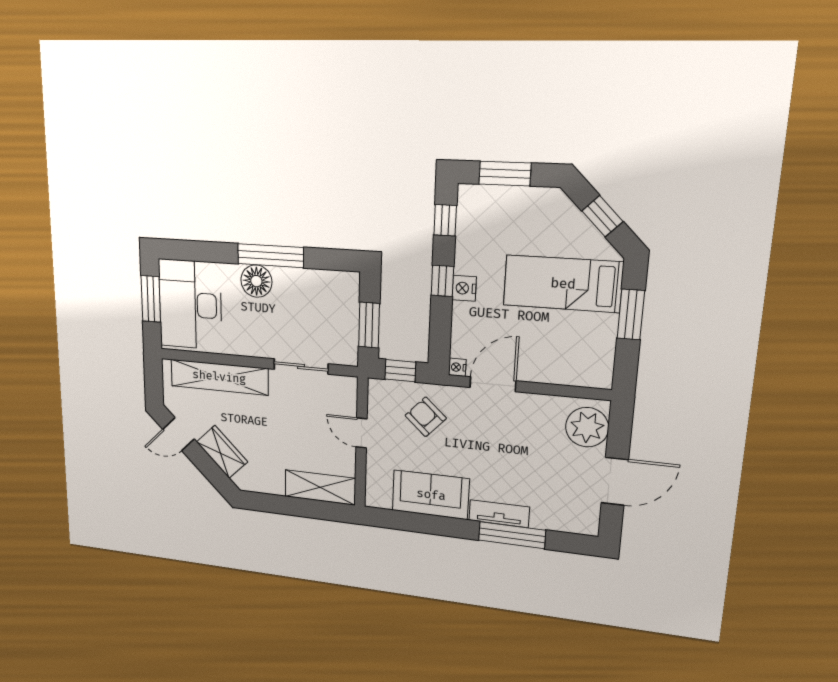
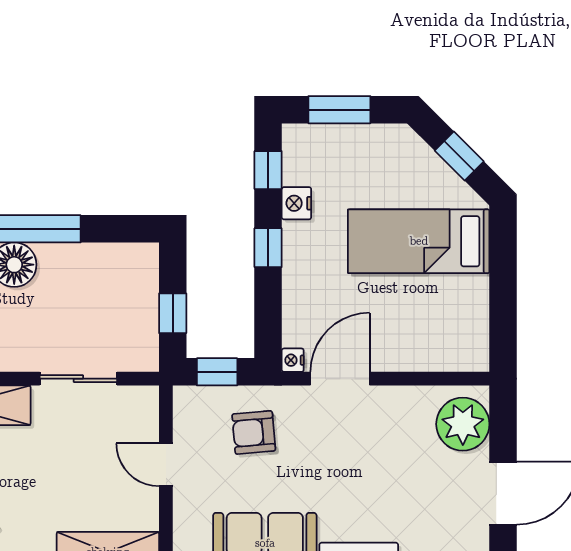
nightstand: (464, 288) -> (296, 203), moved
window: (631, 314) -> (503, 274), removed
window: (369, 325) -> (173, 313), width x0.67
armchair: (426, 417) -> (254, 432), turned -48

